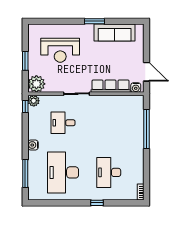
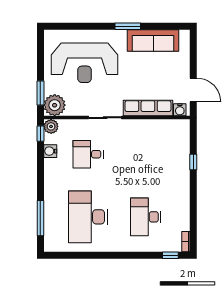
reception desk: (60, 50) -> (84, 63), width x1.36, depth x1.30
window: (25, 61) -> (40, 93), moved
window: (147, 129) -> (193, 162), width x0.32
water cooler: (33, 145) -> (50, 151), moved
window: (97, 203) -> (170, 255), moved

